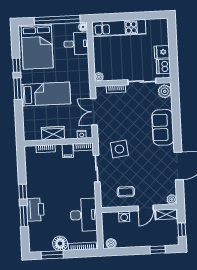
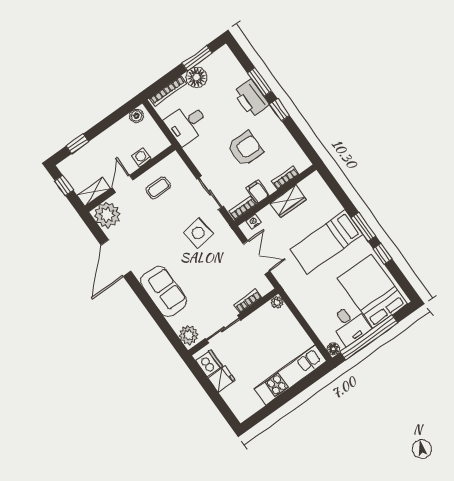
desk: (76, 44) -> (350, 325), moved, turned -90
armchair: (59, 182) -> (245, 149), added
plant: (172, 199) -> (107, 215), width x1.88, depth x1.88
desk: (84, 215) -> (187, 124), width x0.73

